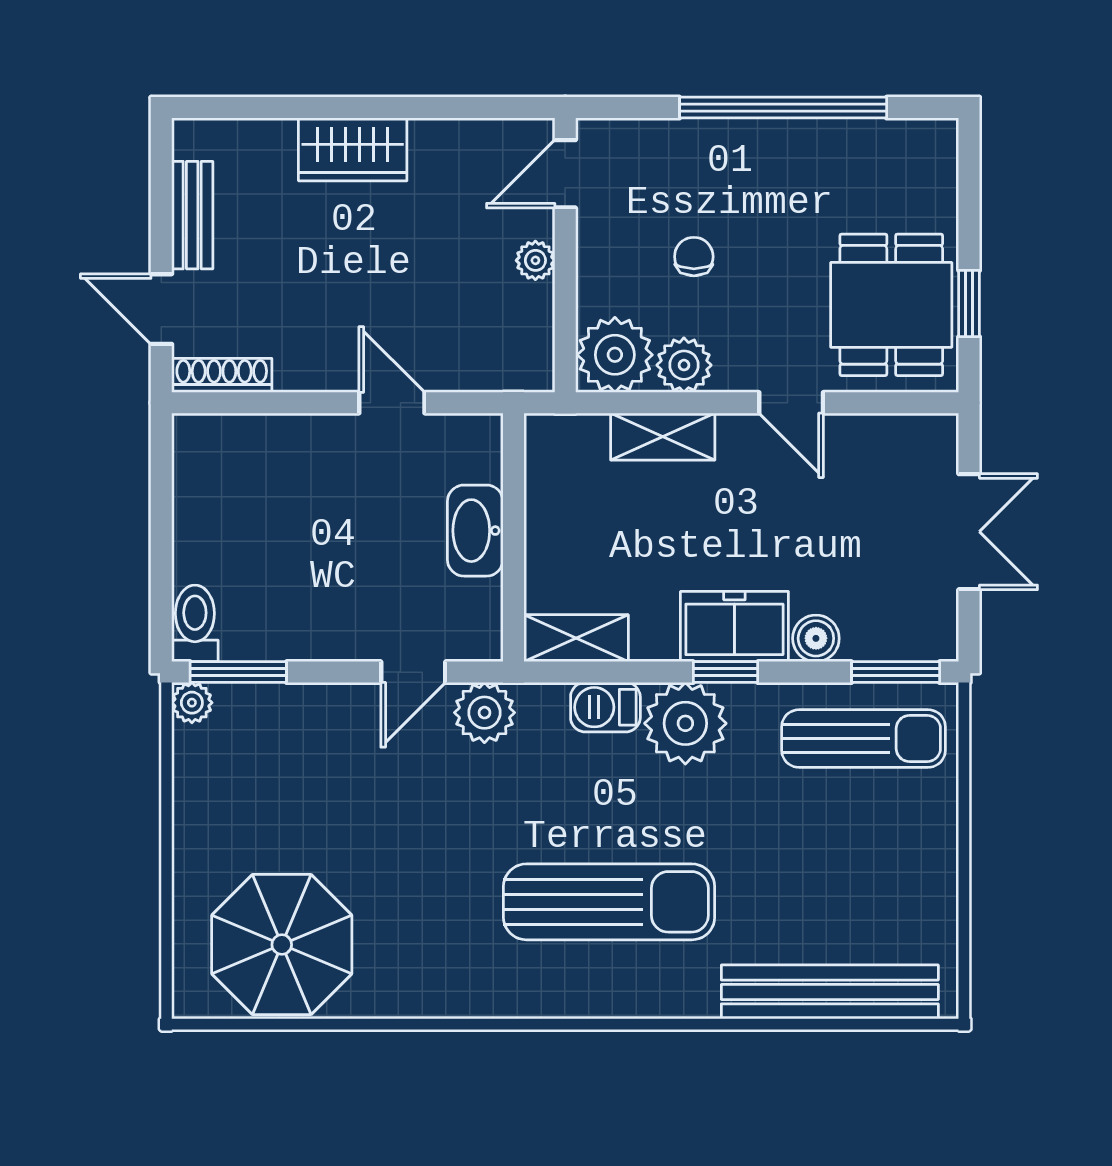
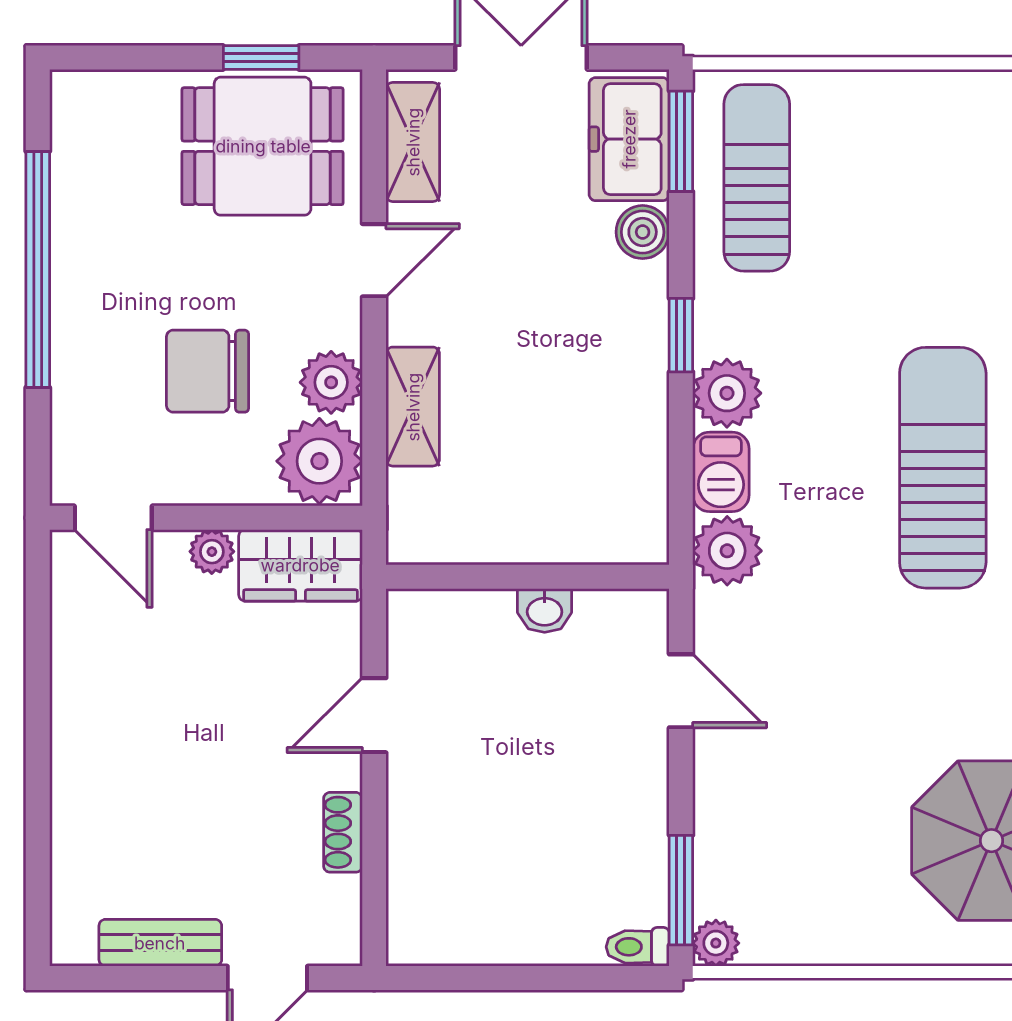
wardrobe: (353, 149) -> (300, 565), moved, turned 90
chair: (694, 257) -> (208, 371), width x1.87, depth x1.87
shoe rack: (222, 375) -> (343, 832), moved, width x0.70
washbasin: (475, 531) -> (545, 610), width x0.52, depth x0.69
toilet: (195, 623) -> (638, 947), width x0.73, depth x0.72
freezer: (734, 627) -> (629, 139), moved
shelving: (576, 638) -> (413, 142), moved
plant: (484, 713) -> (727, 551), moved
plant: (685, 723) -> (727, 393), width x0.73, depth x0.73

